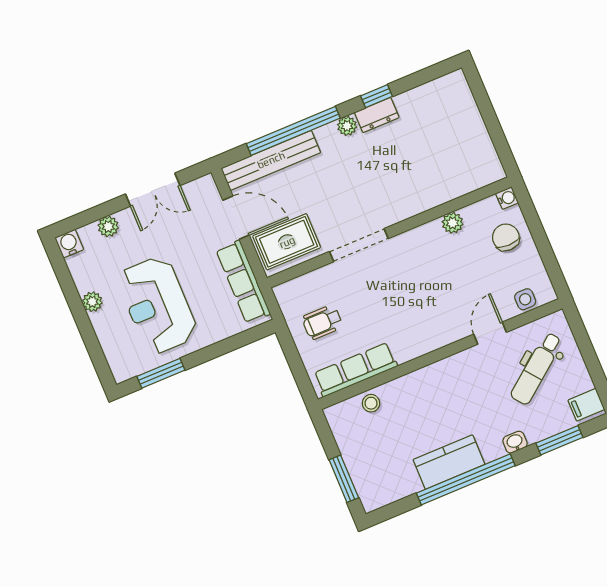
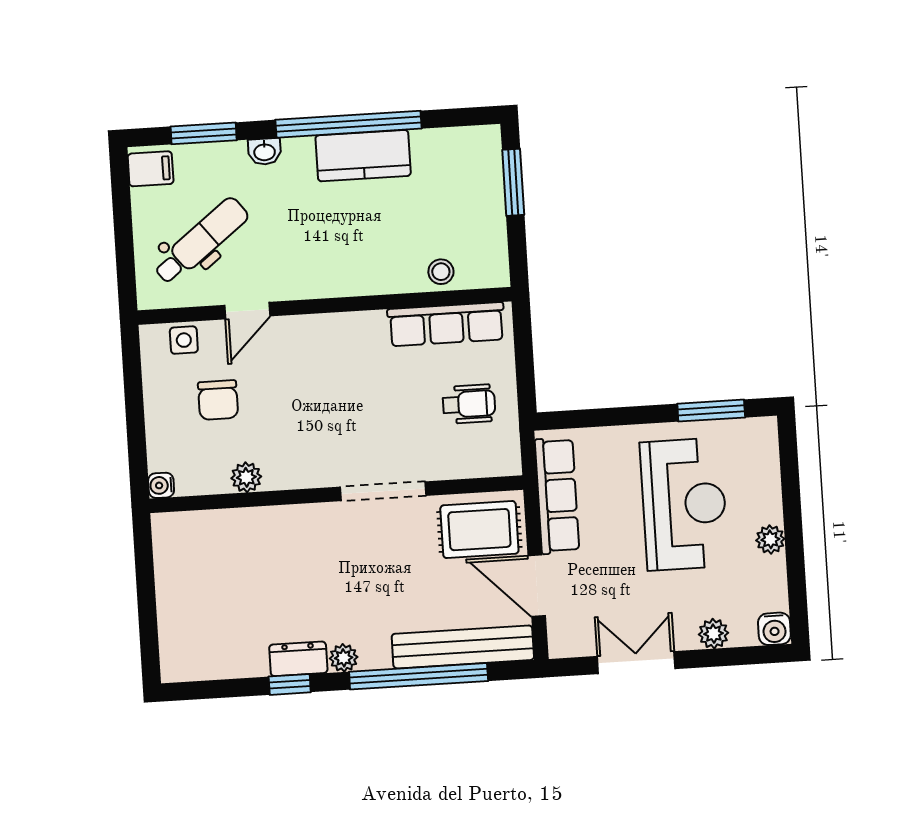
chair: (506, 237) -> (218, 400), moved

